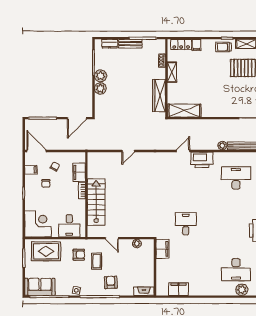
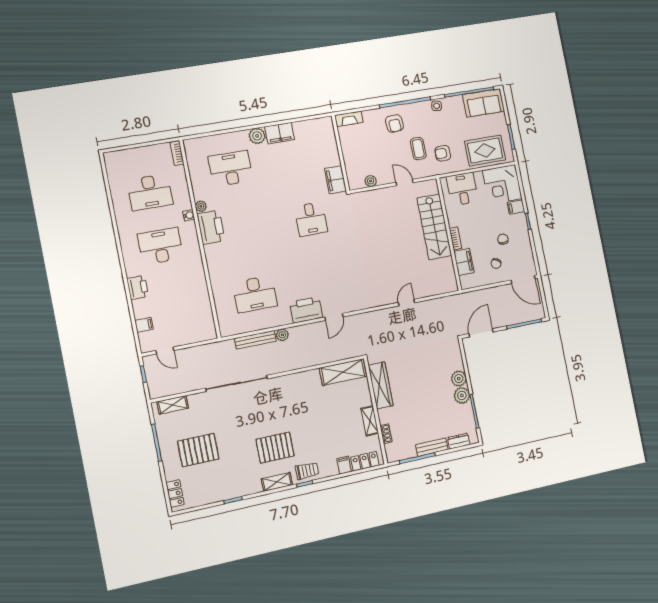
filing cabinet: (31, 170) -> (516, 207), moved
filing cabinet: (178, 289) -> (280, 133), moved
plant: (242, 290) -> (257, 136), moved

